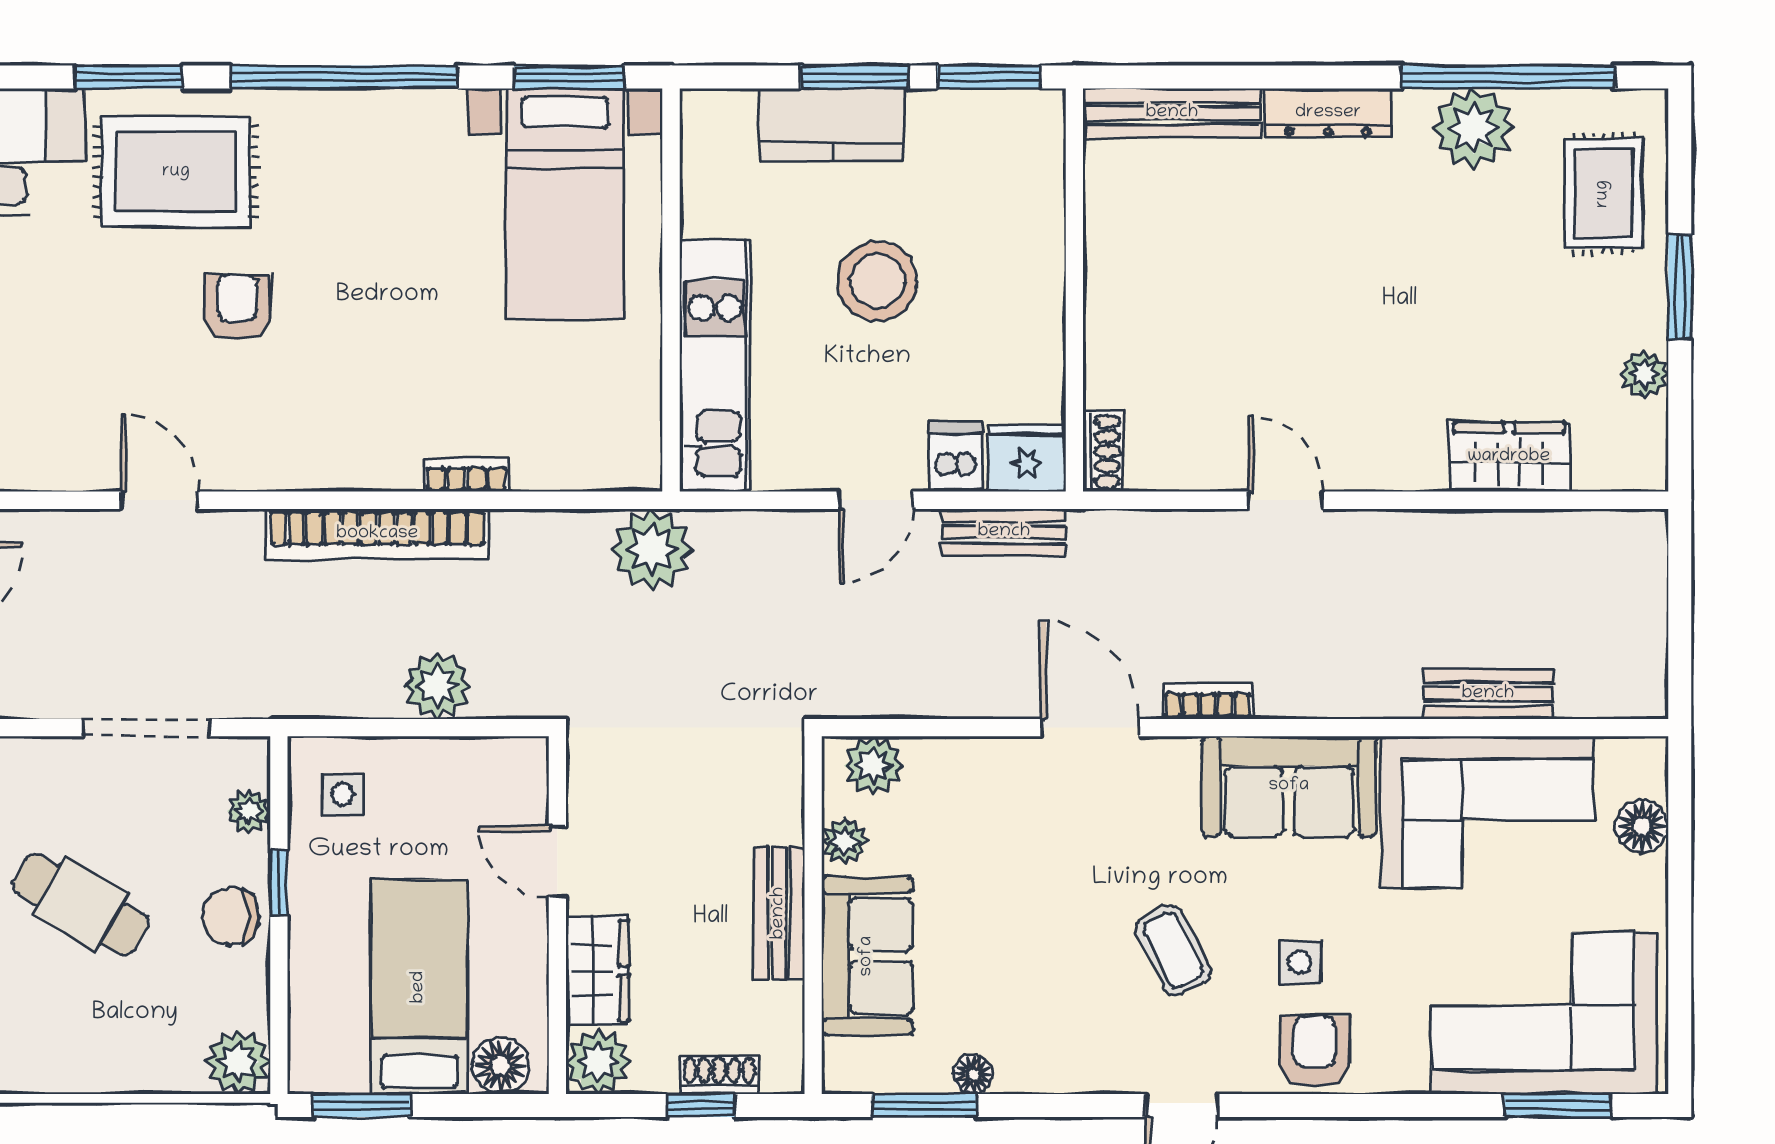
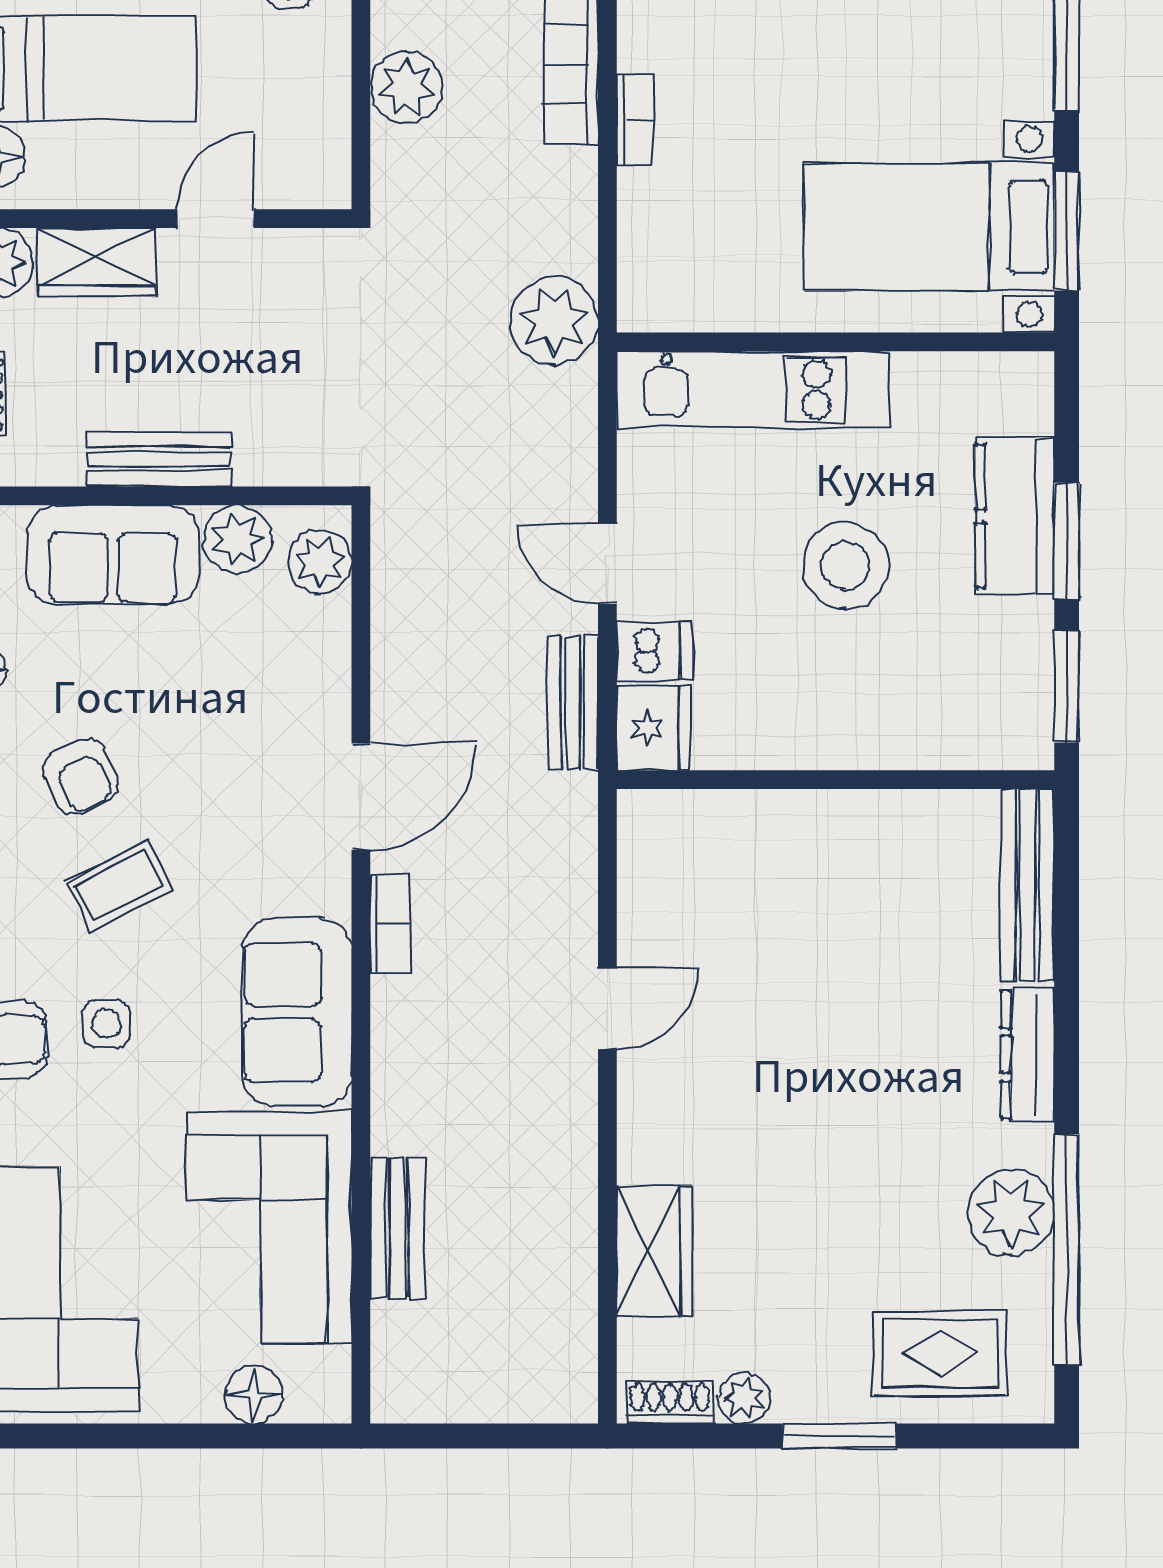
shoe rack: (1103, 451) -> (670, 1402), moved, turned 180
plant: (844, 841) -> (237, 539), width x1.38, depth x1.38
armchair: (1072, 986) -> (81, 776), added

